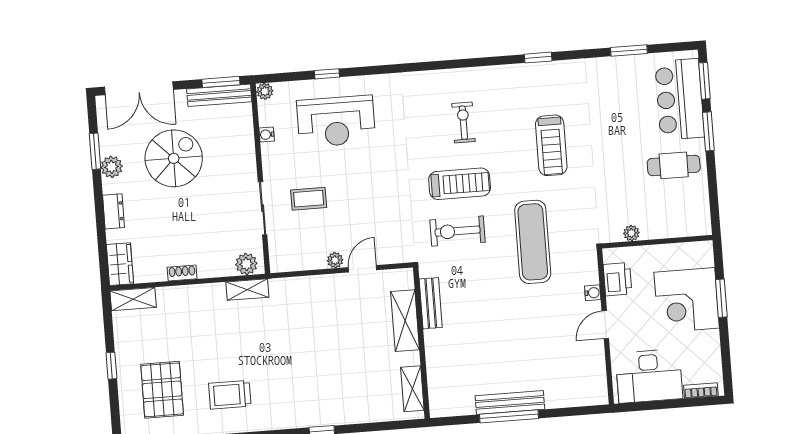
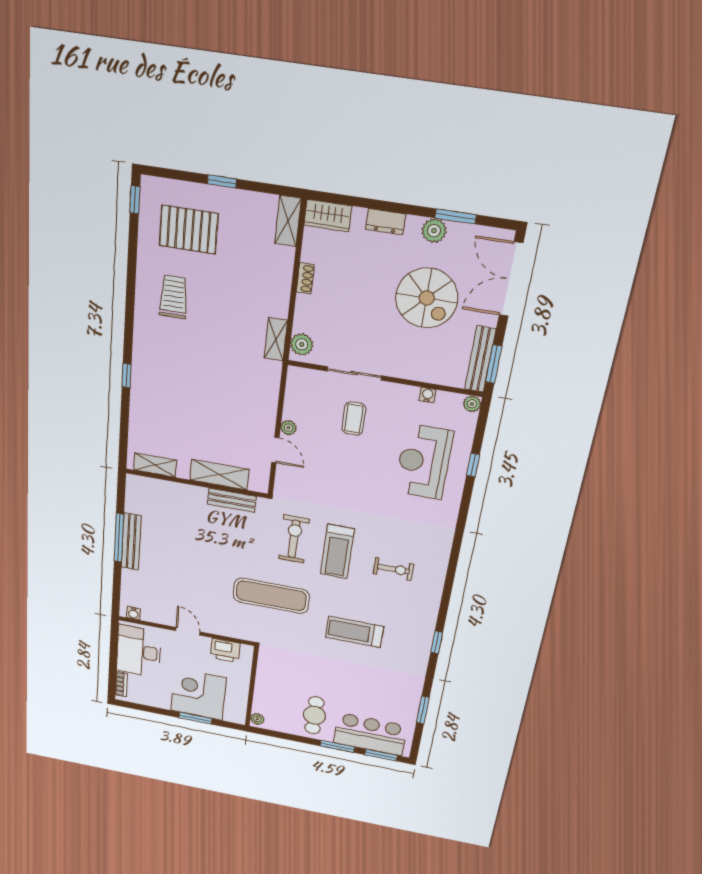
plant: (631, 233) -> (257, 719), moved
water cooler: (593, 293) -> (133, 613), moved

